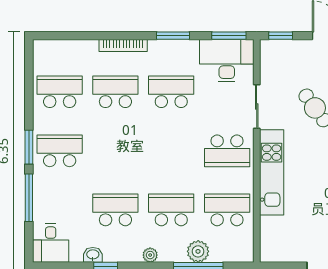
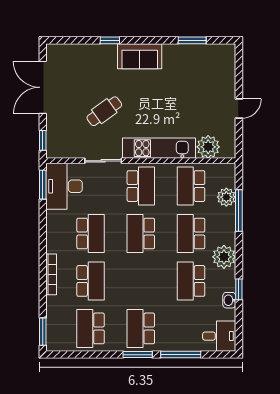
window: (173, 36) -> (43, 332), moved
school desk: (115, 92) -> (91, 281), turned 180
school desk: (171, 92) -> (91, 234), turned 180
school desk: (171, 151) -> (141, 234), added
plant: (273, 230) -> (208, 147), added
plant: (198, 251) -> (226, 197), moved
plant: (150, 255) -> (224, 257), width x1.88, depth x1.88

